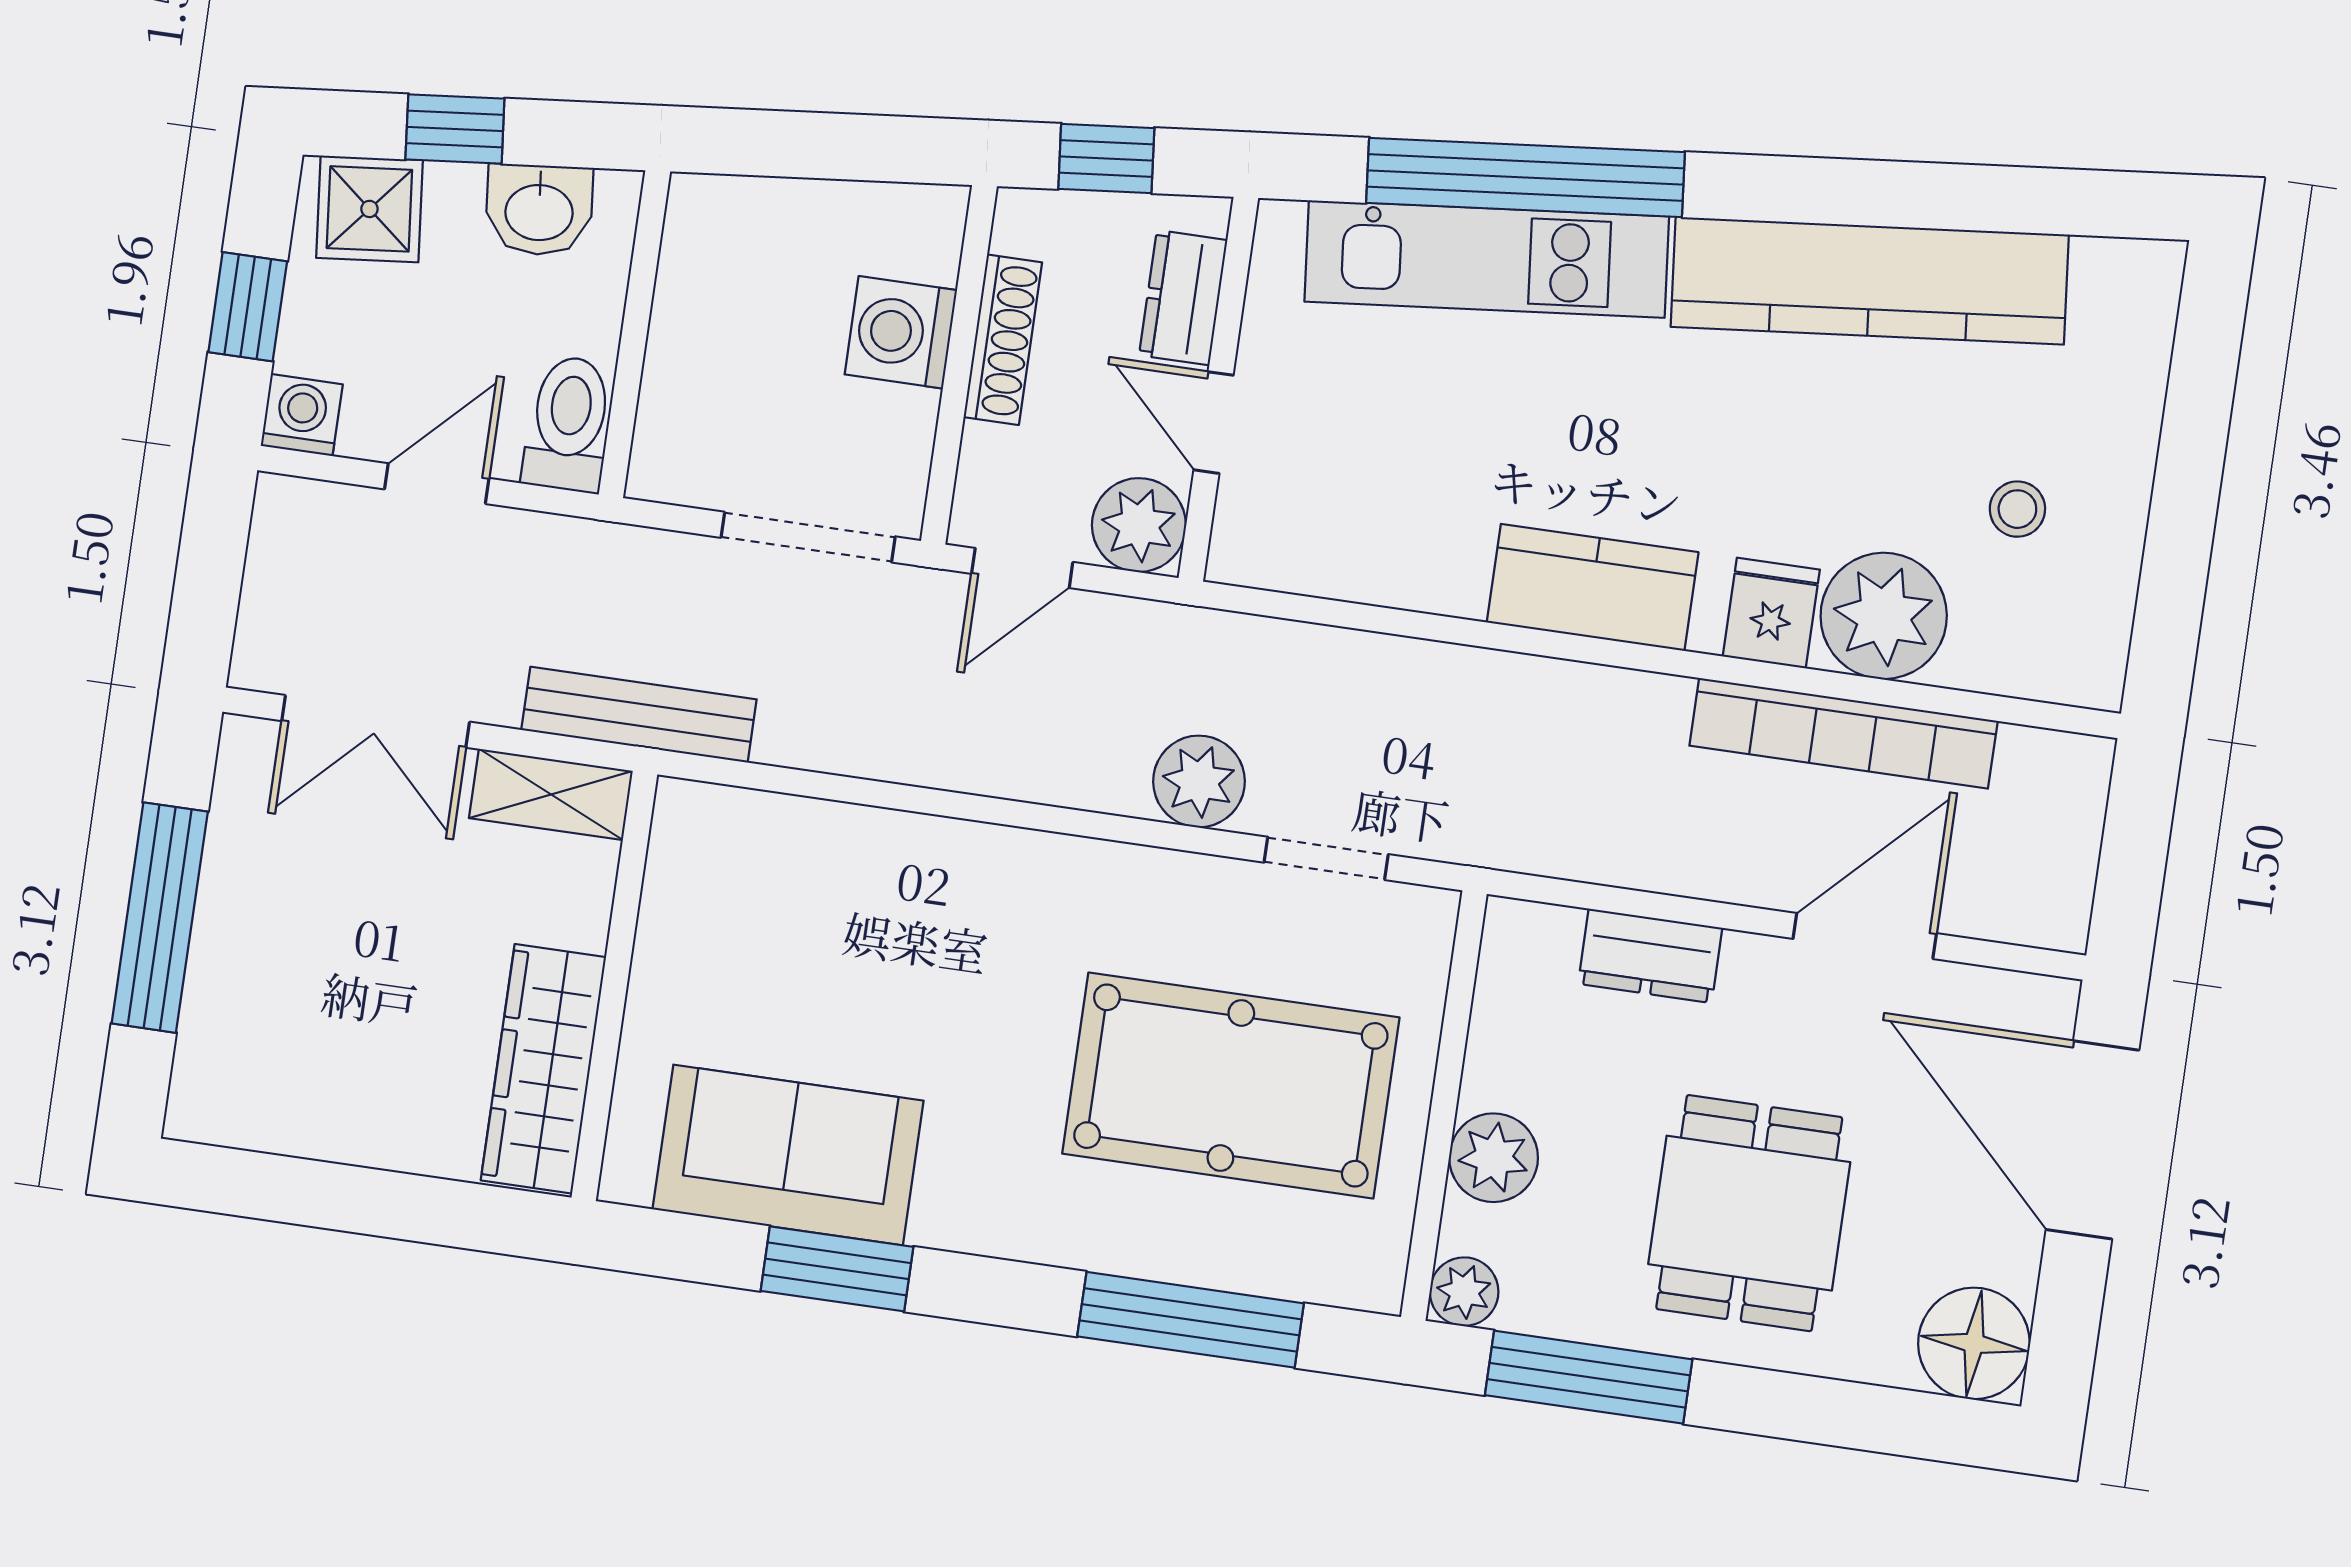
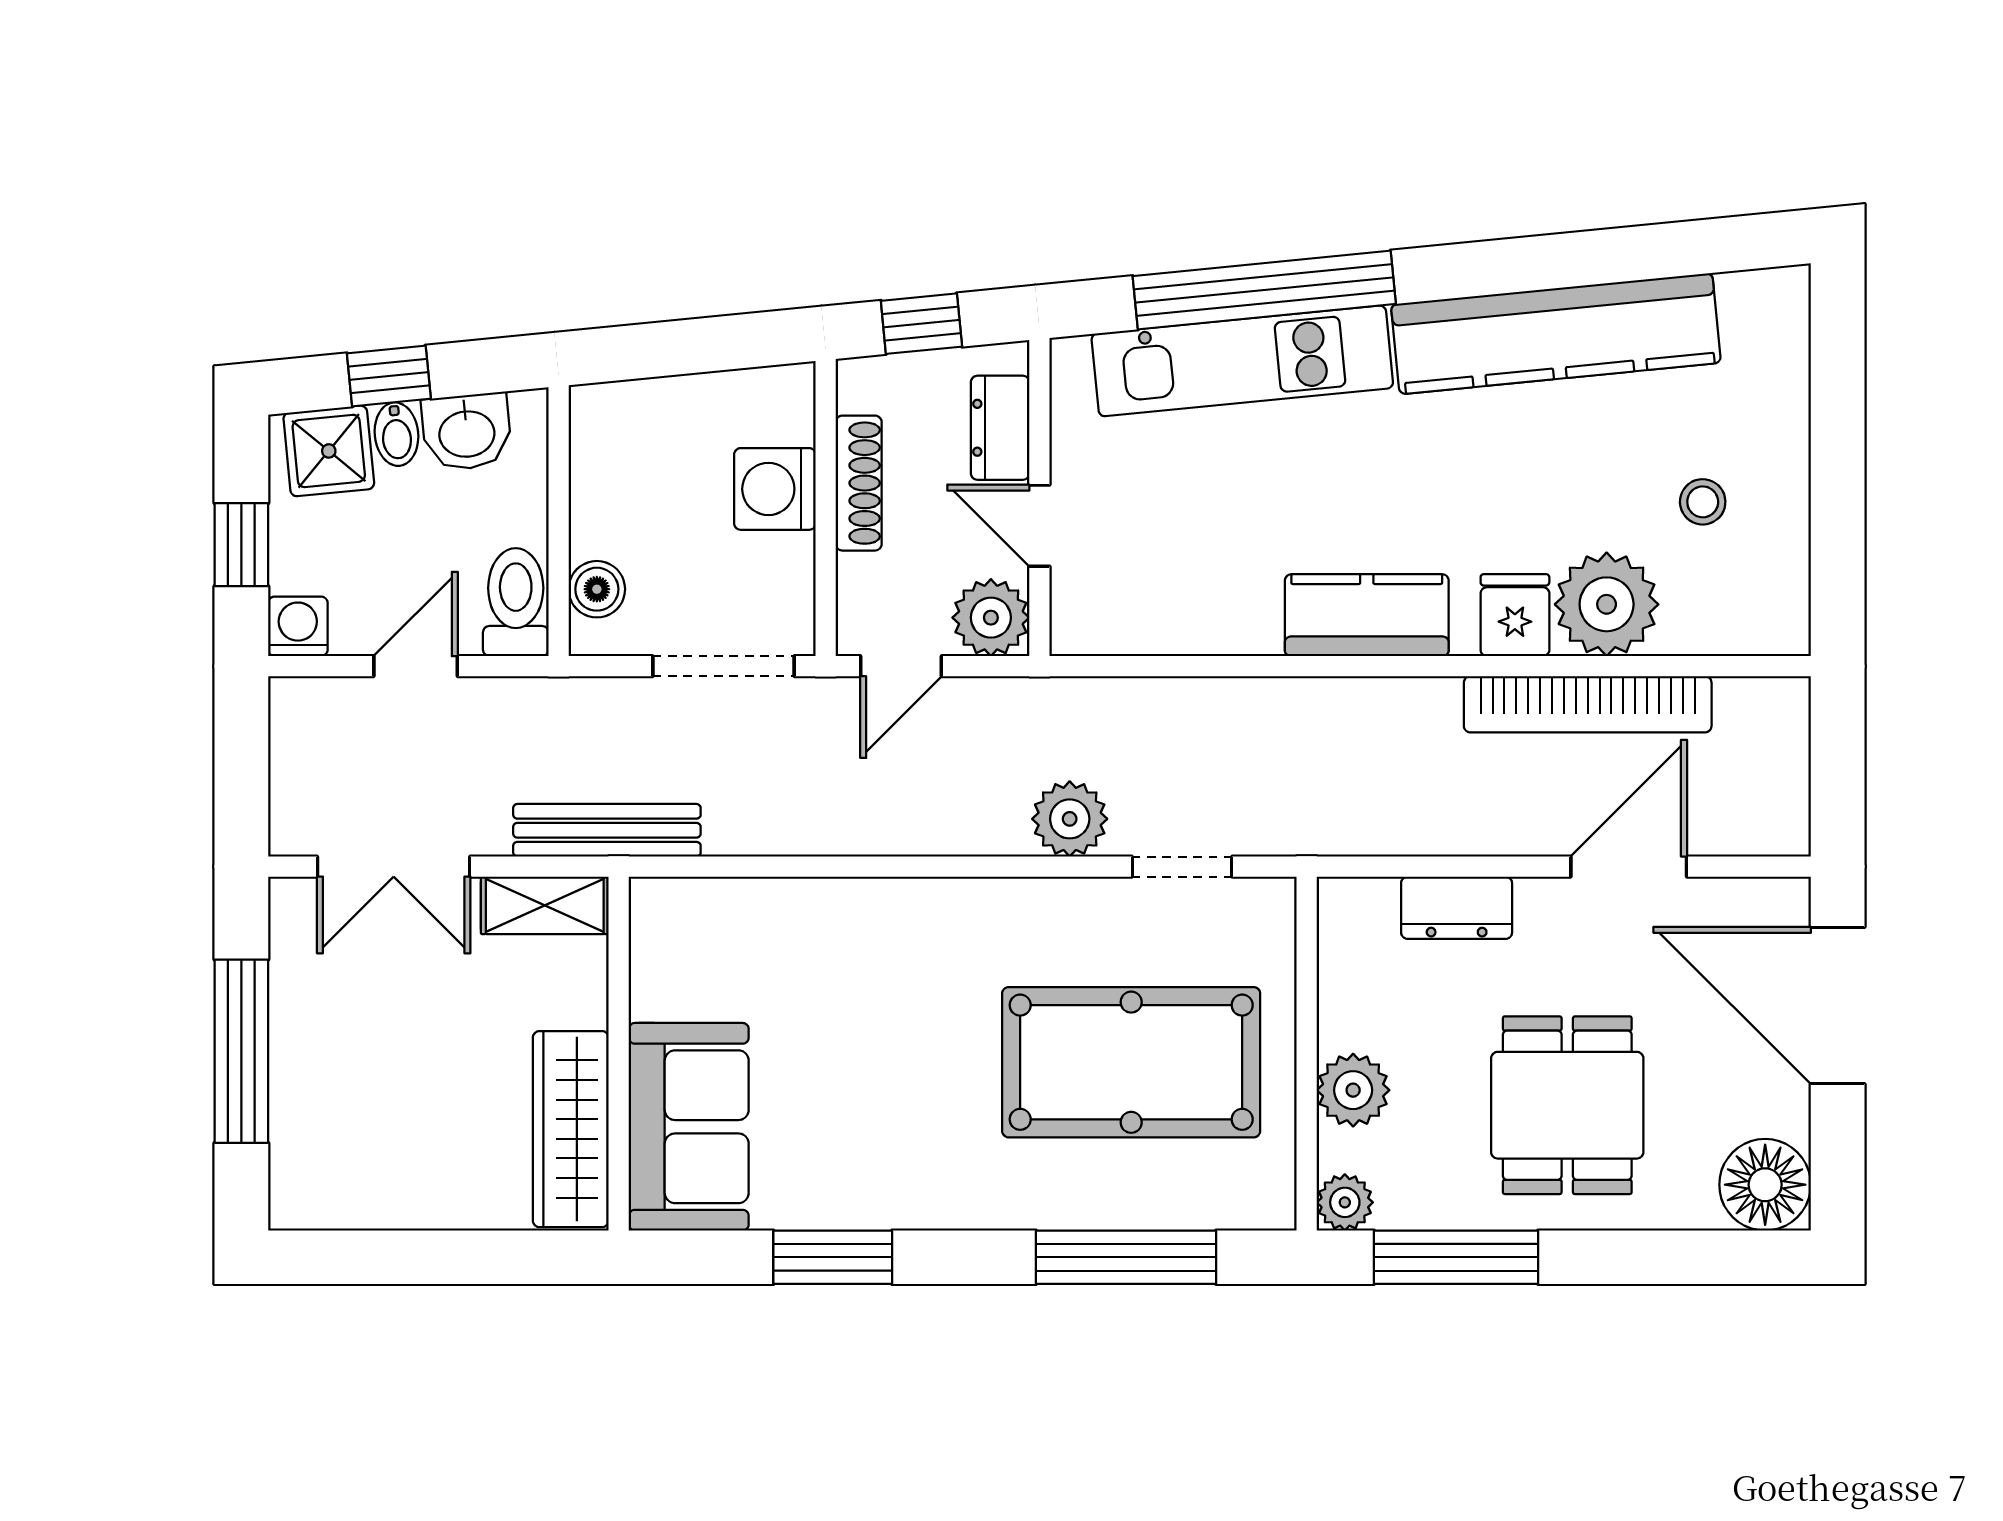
bidet: (454, 200) -> (396, 434), added
boiler: (669, 422) -> (597, 589), added
sofa: (788, 1155) -> (689, 1127), moved, turned 90

